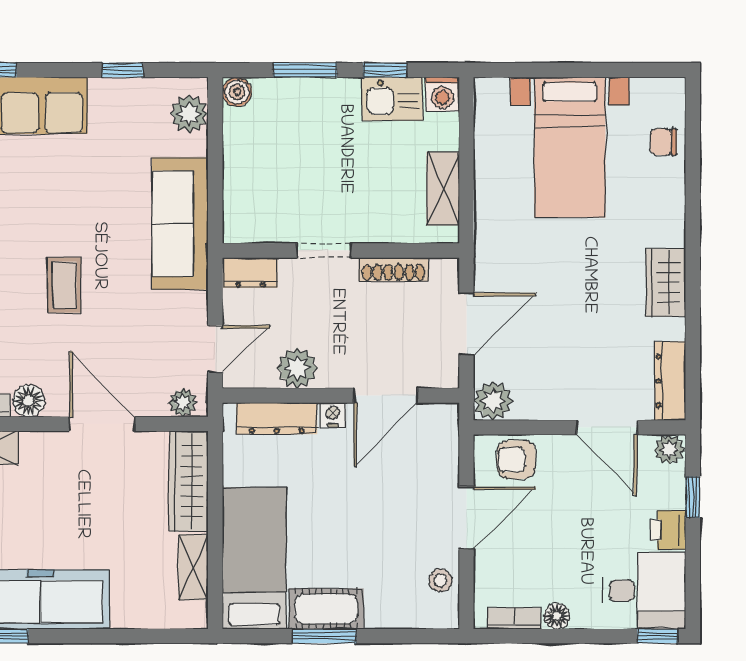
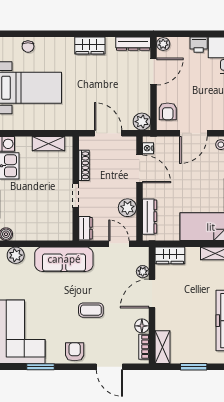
plant: (183, 403) -> (143, 272), moved
nightstand: (333, 415) -> (148, 148), moved
wardrobe: (189, 481) -> (170, 255), width x0.67
window: (693, 497) -> (184, 34), removed
door: (466, 518) -> (193, 133), swing flipped

